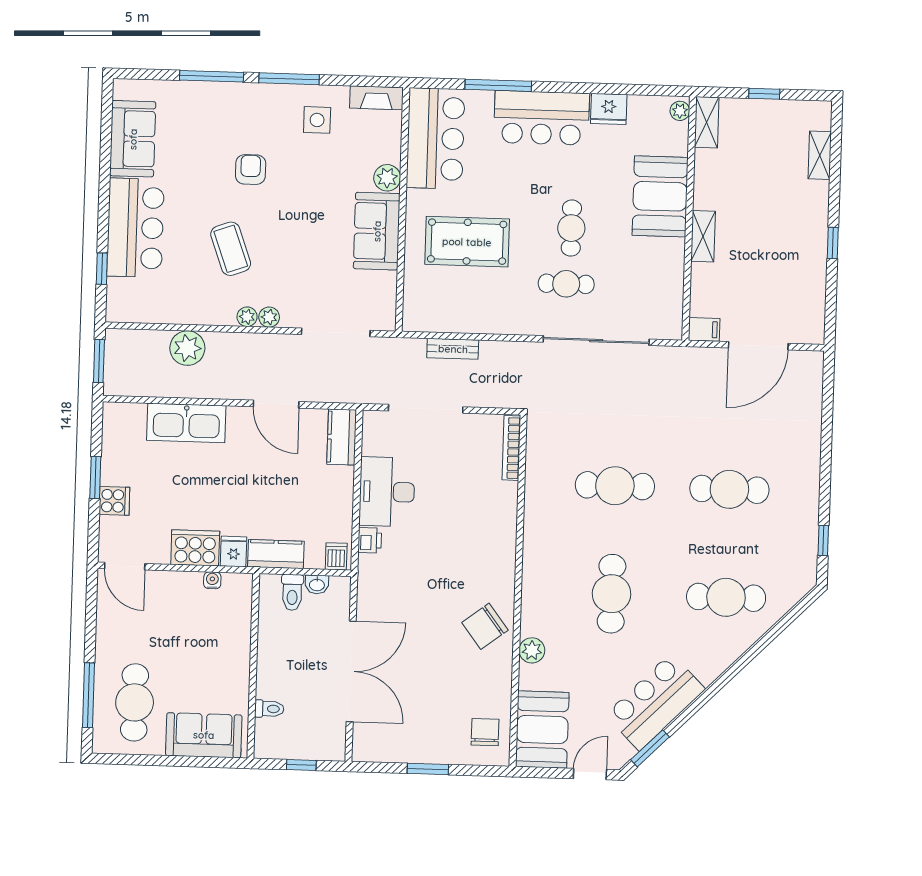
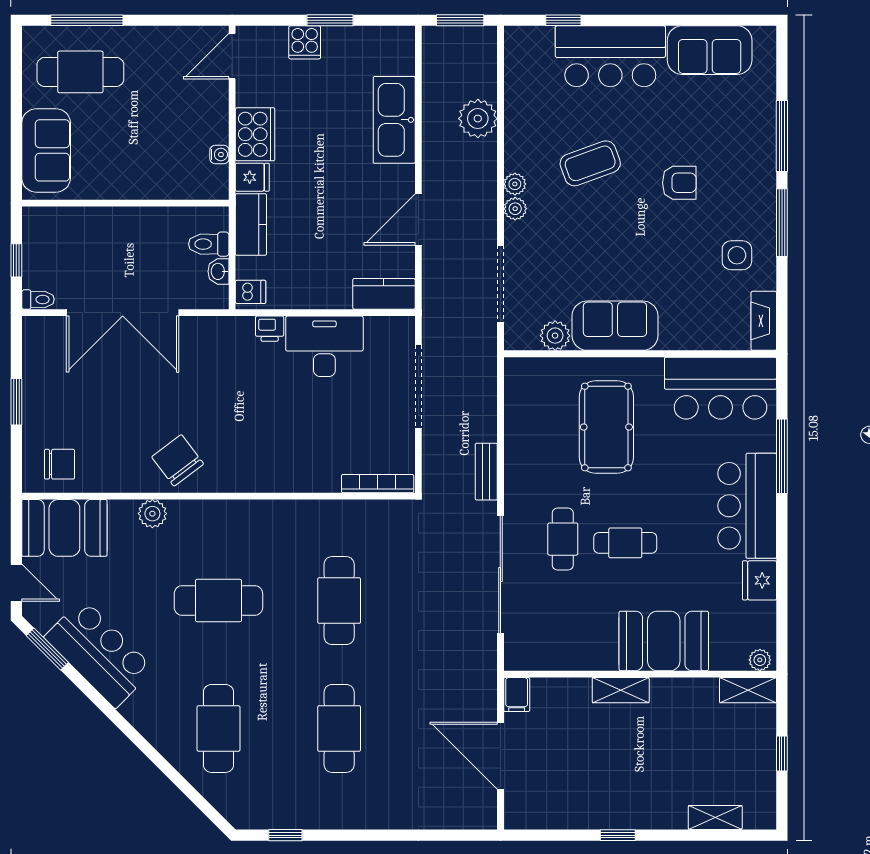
plant: (387, 178) -> (555, 336), moved
bench: (453, 349) -> (486, 472), moved
toilet: (269, 709) -> (38, 299), moved, turned -90

